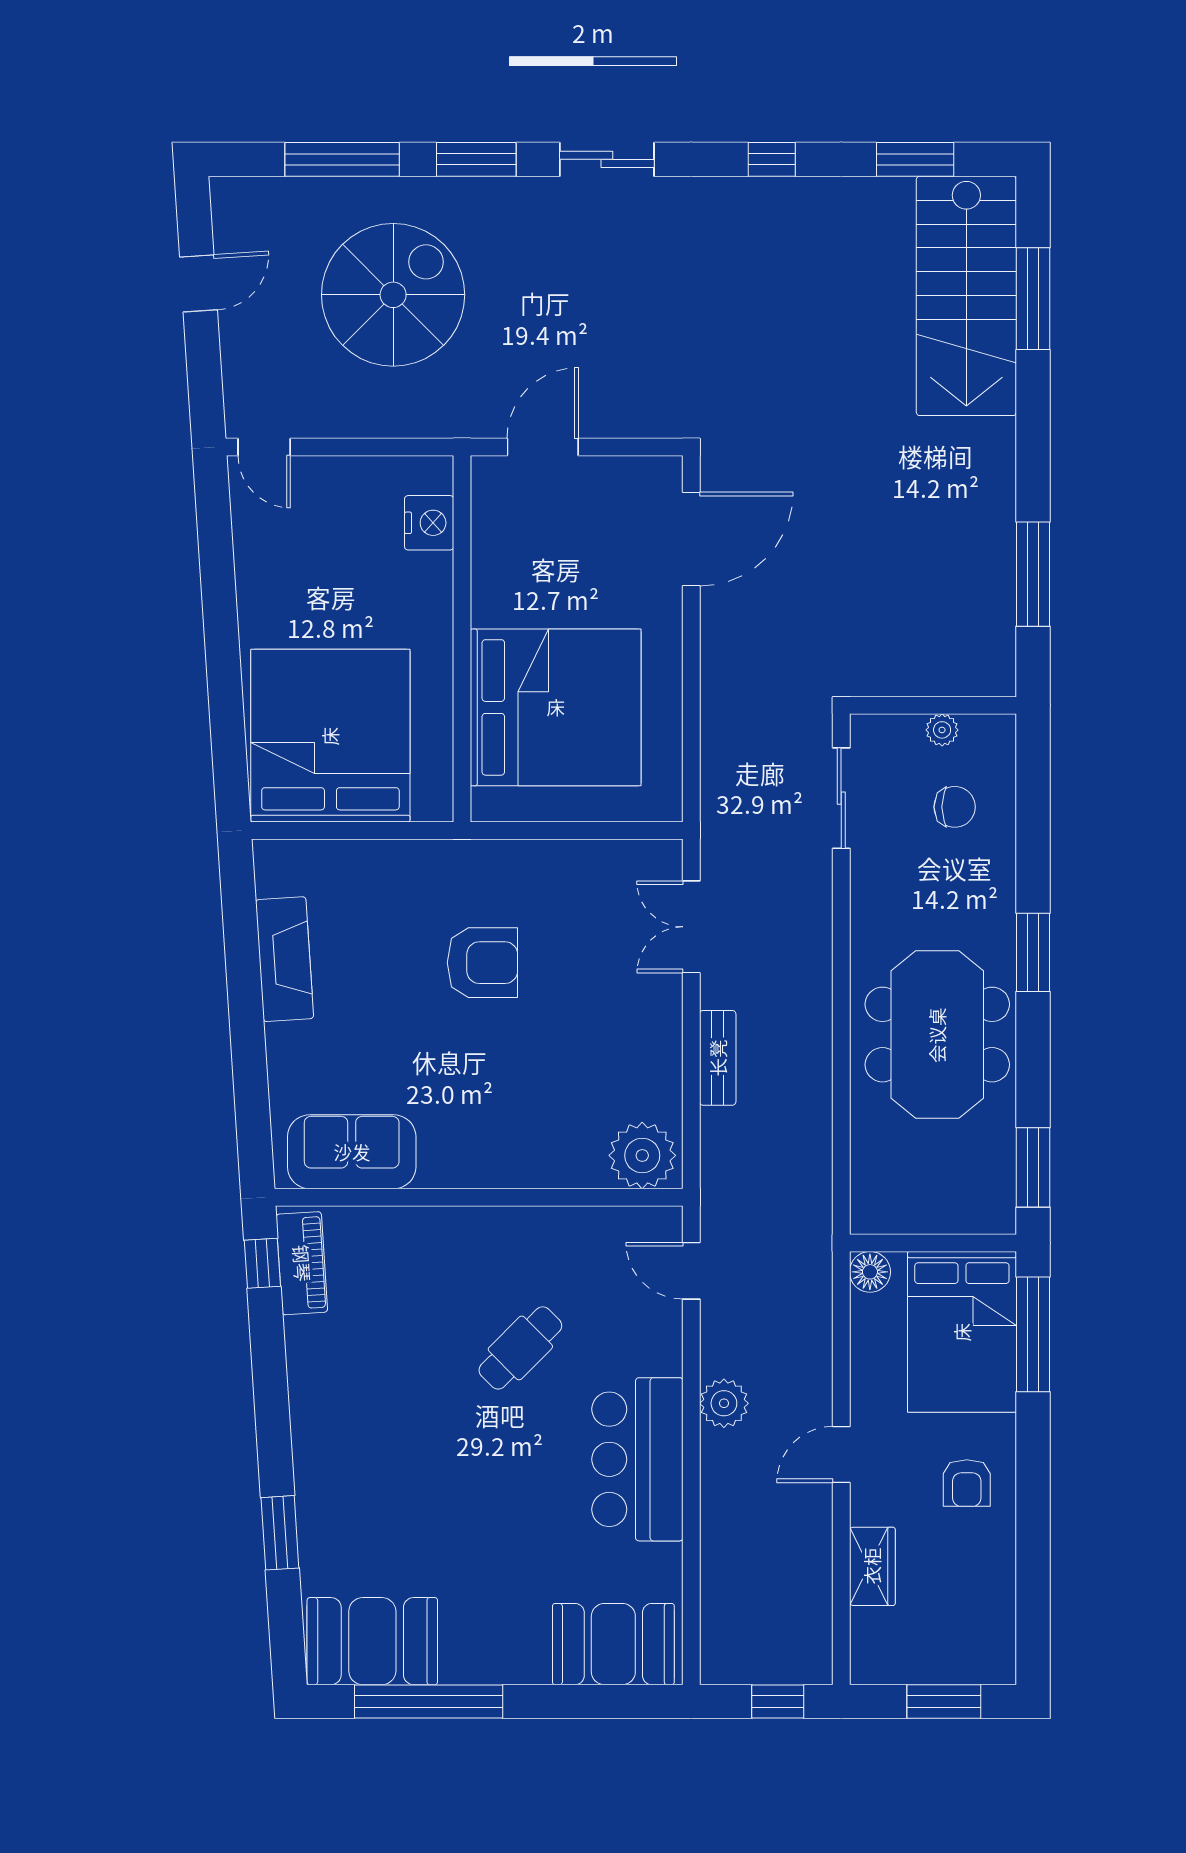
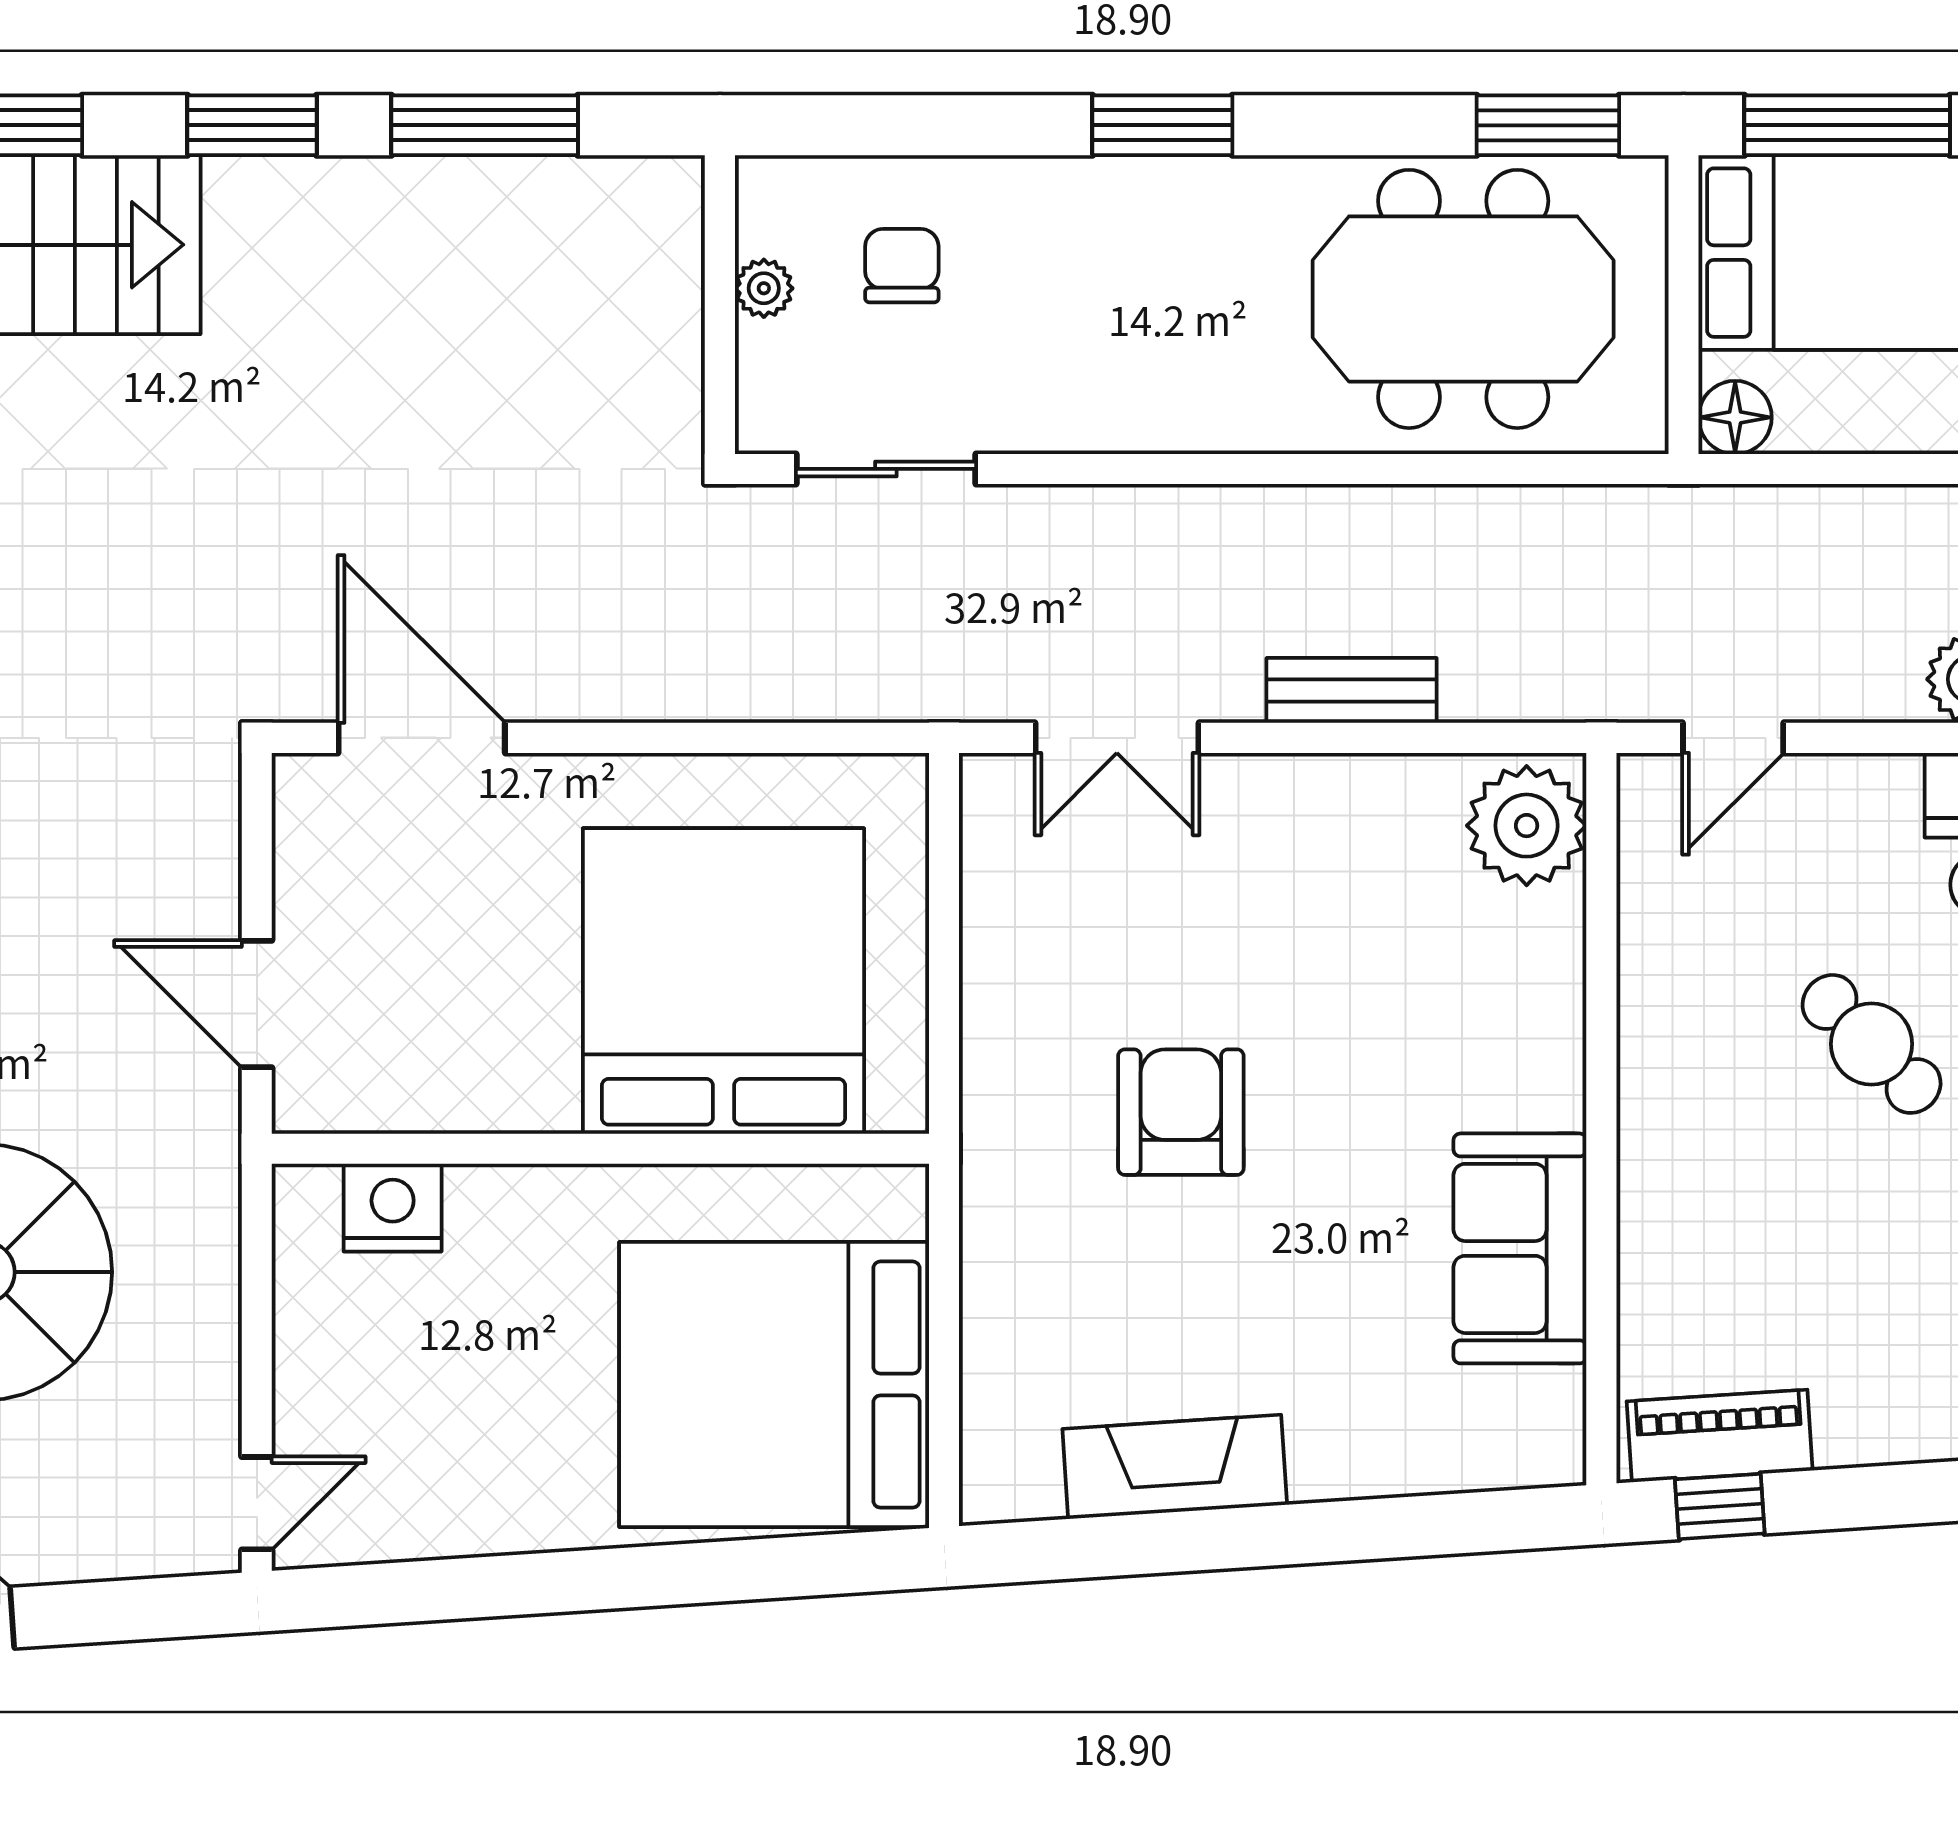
window: (1033, 444) -> (252, 125), added
meeting table: (937, 1035) -> (1463, 299), moved
sofa: (352, 1152) -> (1520, 1248), moved

